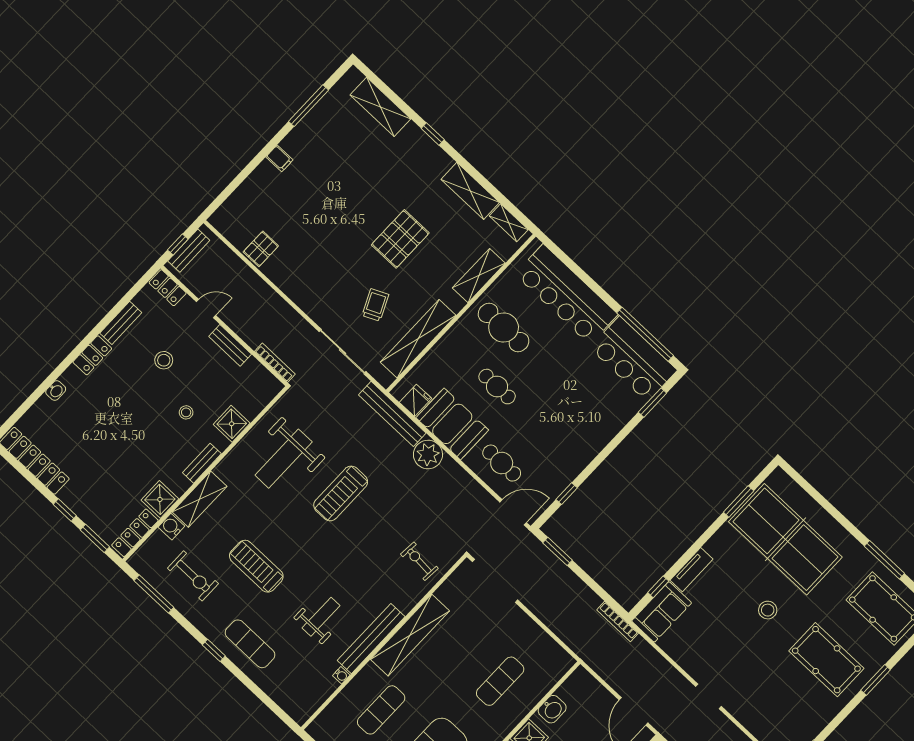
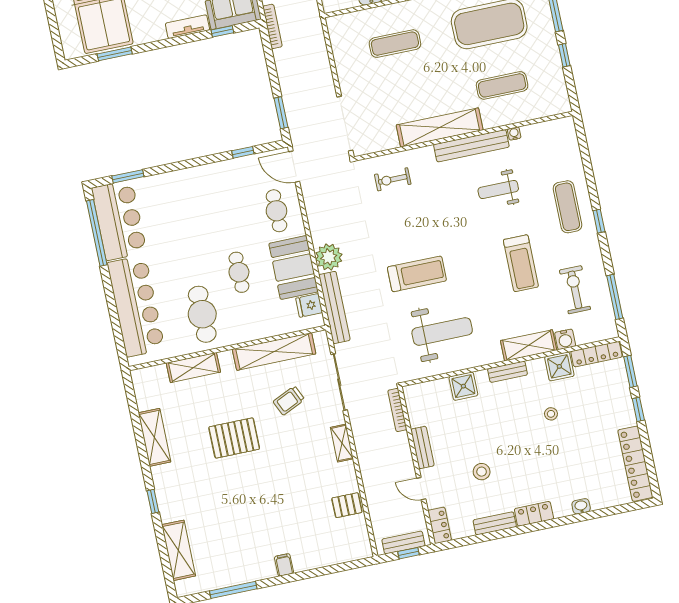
shelving: (509, 223) -> (342, 443), moved
stool: (186, 412) -> (551, 414), moved
exercise bike: (419, 561) -> (393, 179), turned 86

